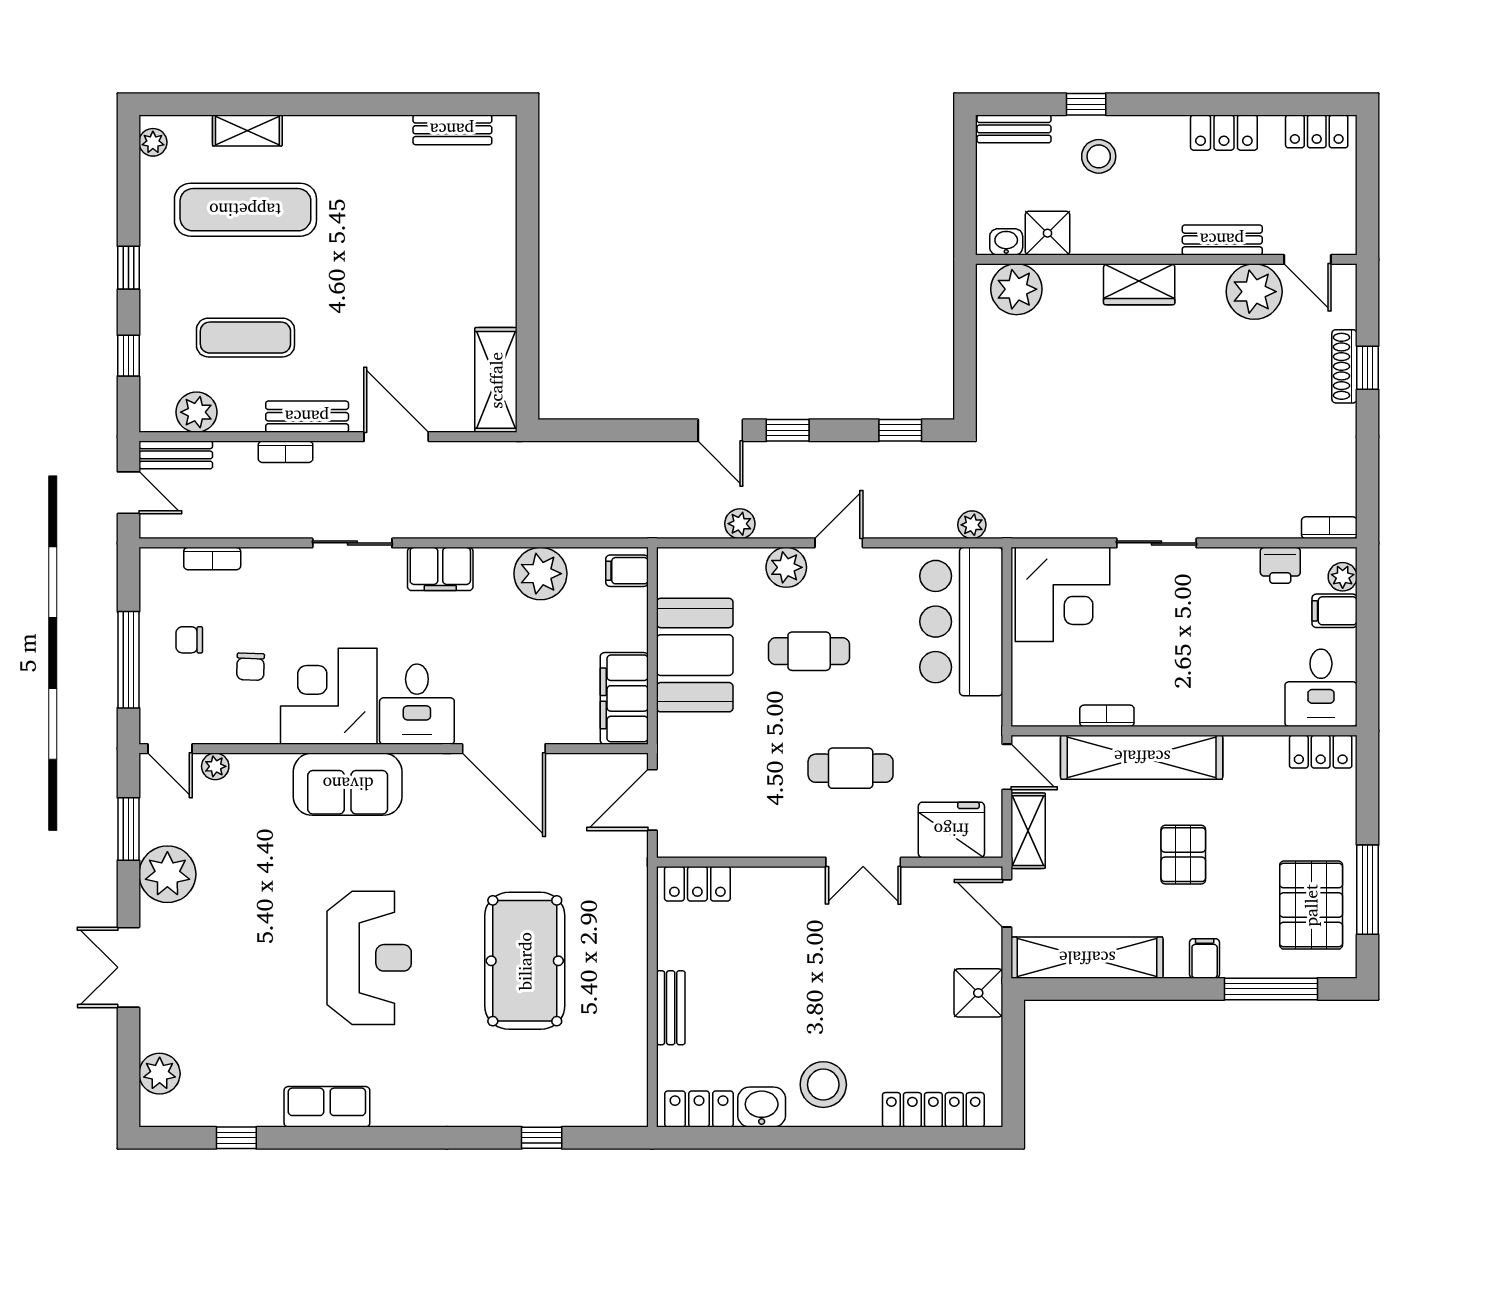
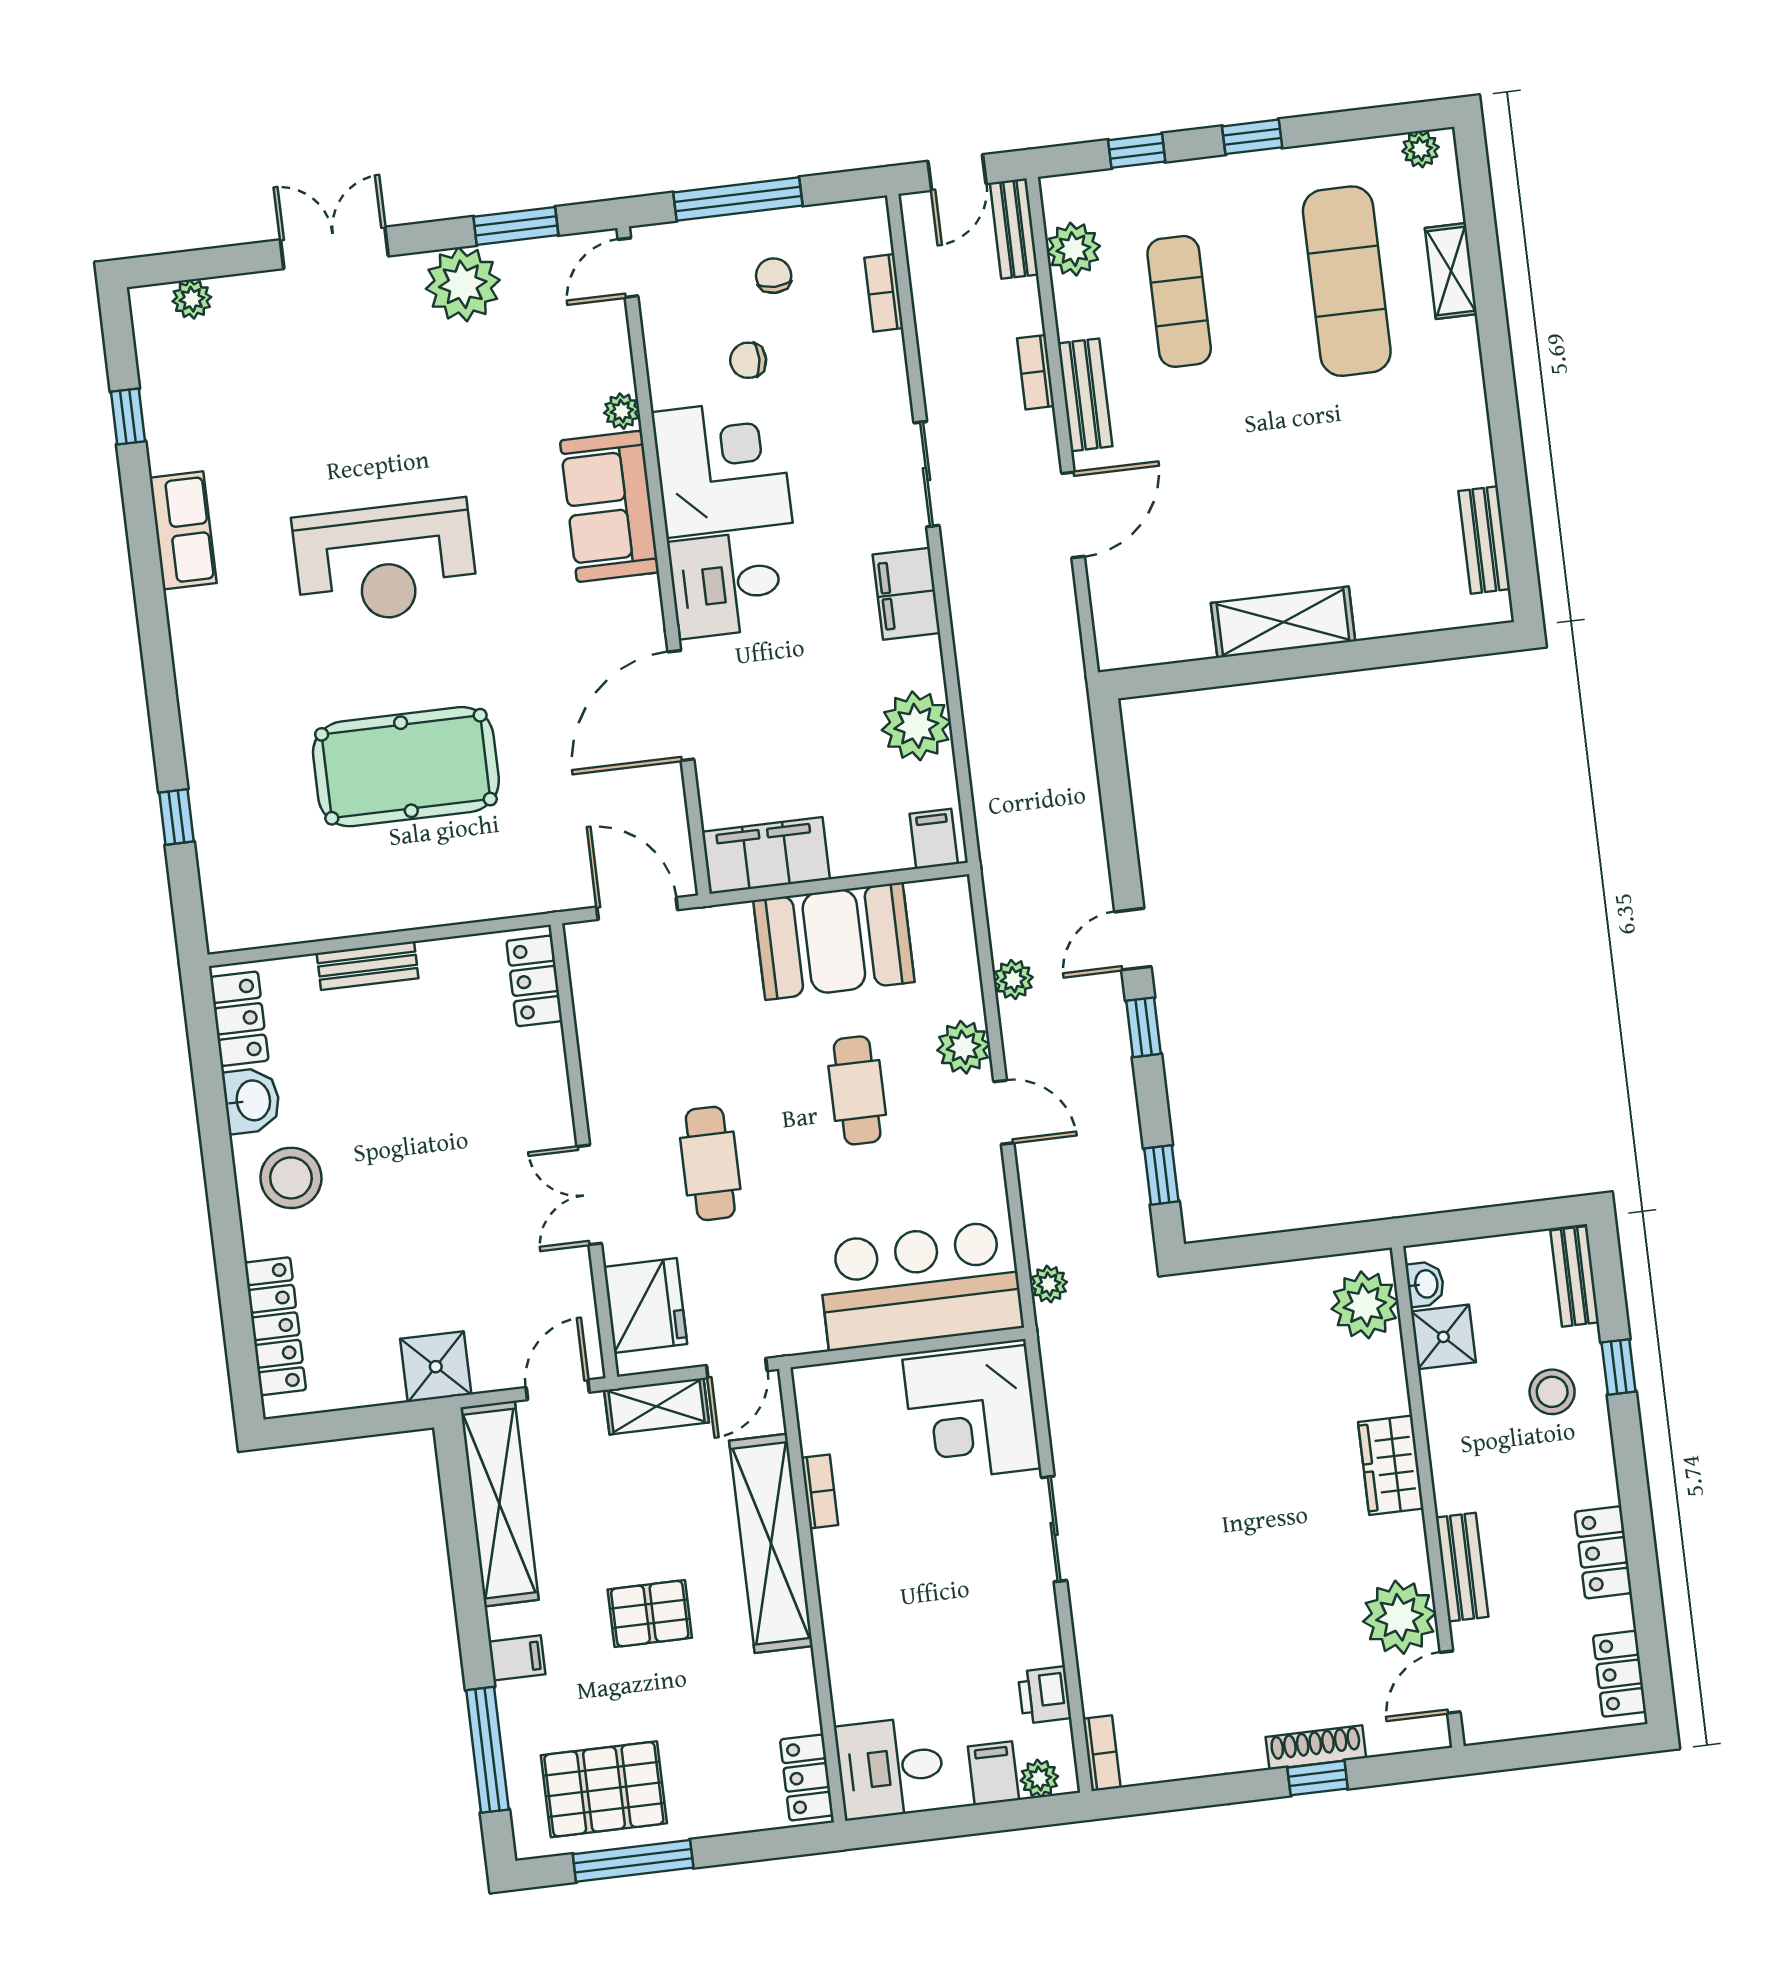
shelving: (496, 380) -> (1283, 622), moved
plant: (215, 766) -> (622, 411), moved
plant: (160, 1074) -> (192, 299), width x0.73, depth x0.73

